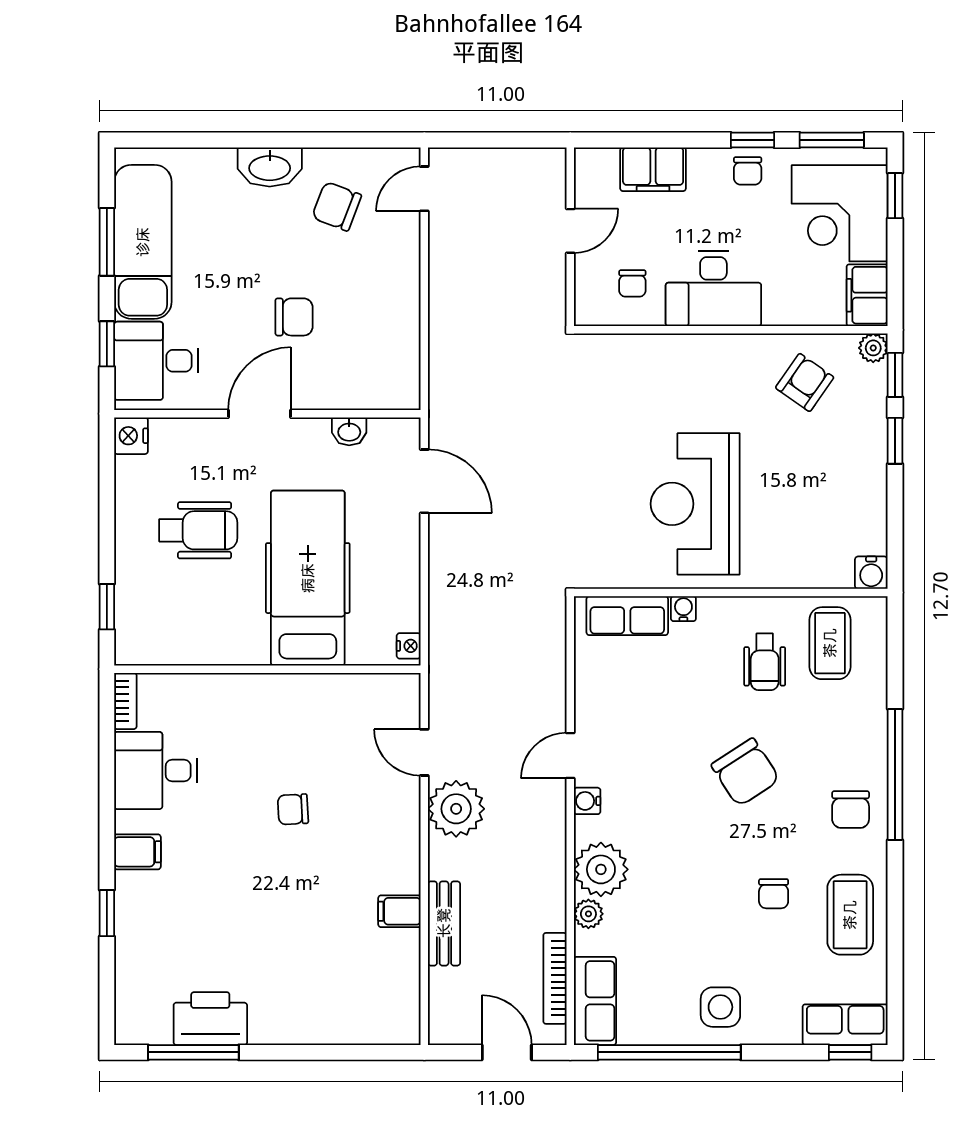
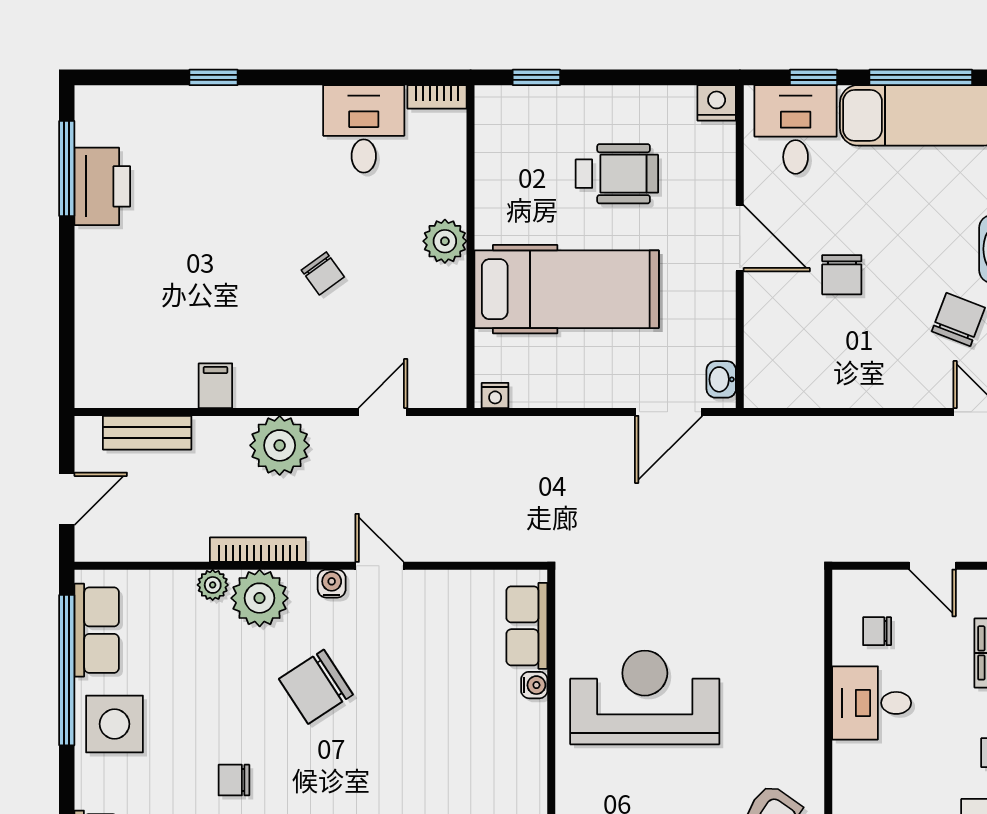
window: (107, 242) -> (921, 77), width x1.44
desk: (713, 289) -> (872, 703), width x0.73
washbasin: (349, 431) -> (721, 379), moved
wheelchair: (198, 530) -> (617, 174), turned -90
wheelchair: (765, 662) -> (478, 771), removed
plant: (262, 694) -> (445, 241), added
chair: (745, 772) -> (316, 687), moved
chair: (293, 809) -> (323, 273), turned 147
plant: (456, 809) -> (280, 445), moved
filing cabinet: (137, 852) -> (278, 110), removed
bench: (444, 923) -> (147, 433), moved
bookcase: (555, 978) -> (258, 550), moved
row of seats: (595, 1001) -> (97, 630), moved, turned -90
side table: (720, 1007) -> (114, 724), width x1.37, depth x1.37

